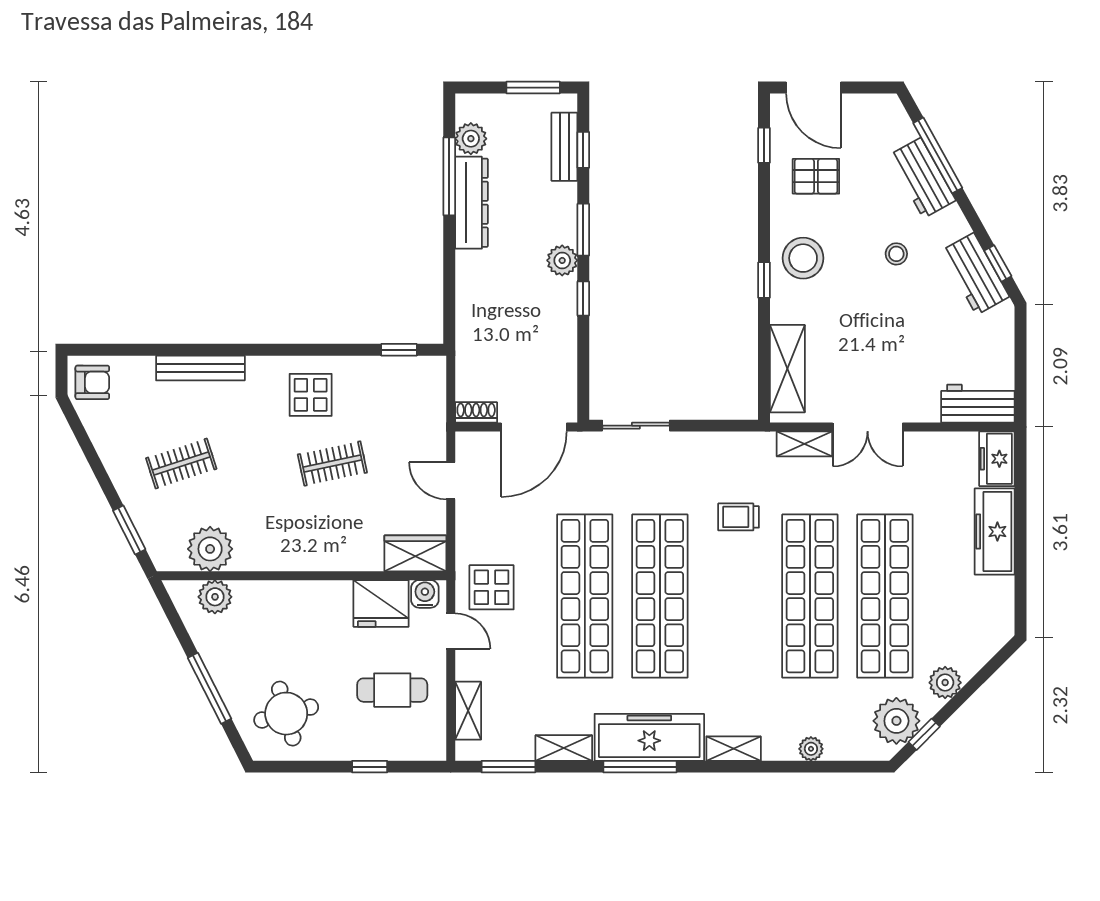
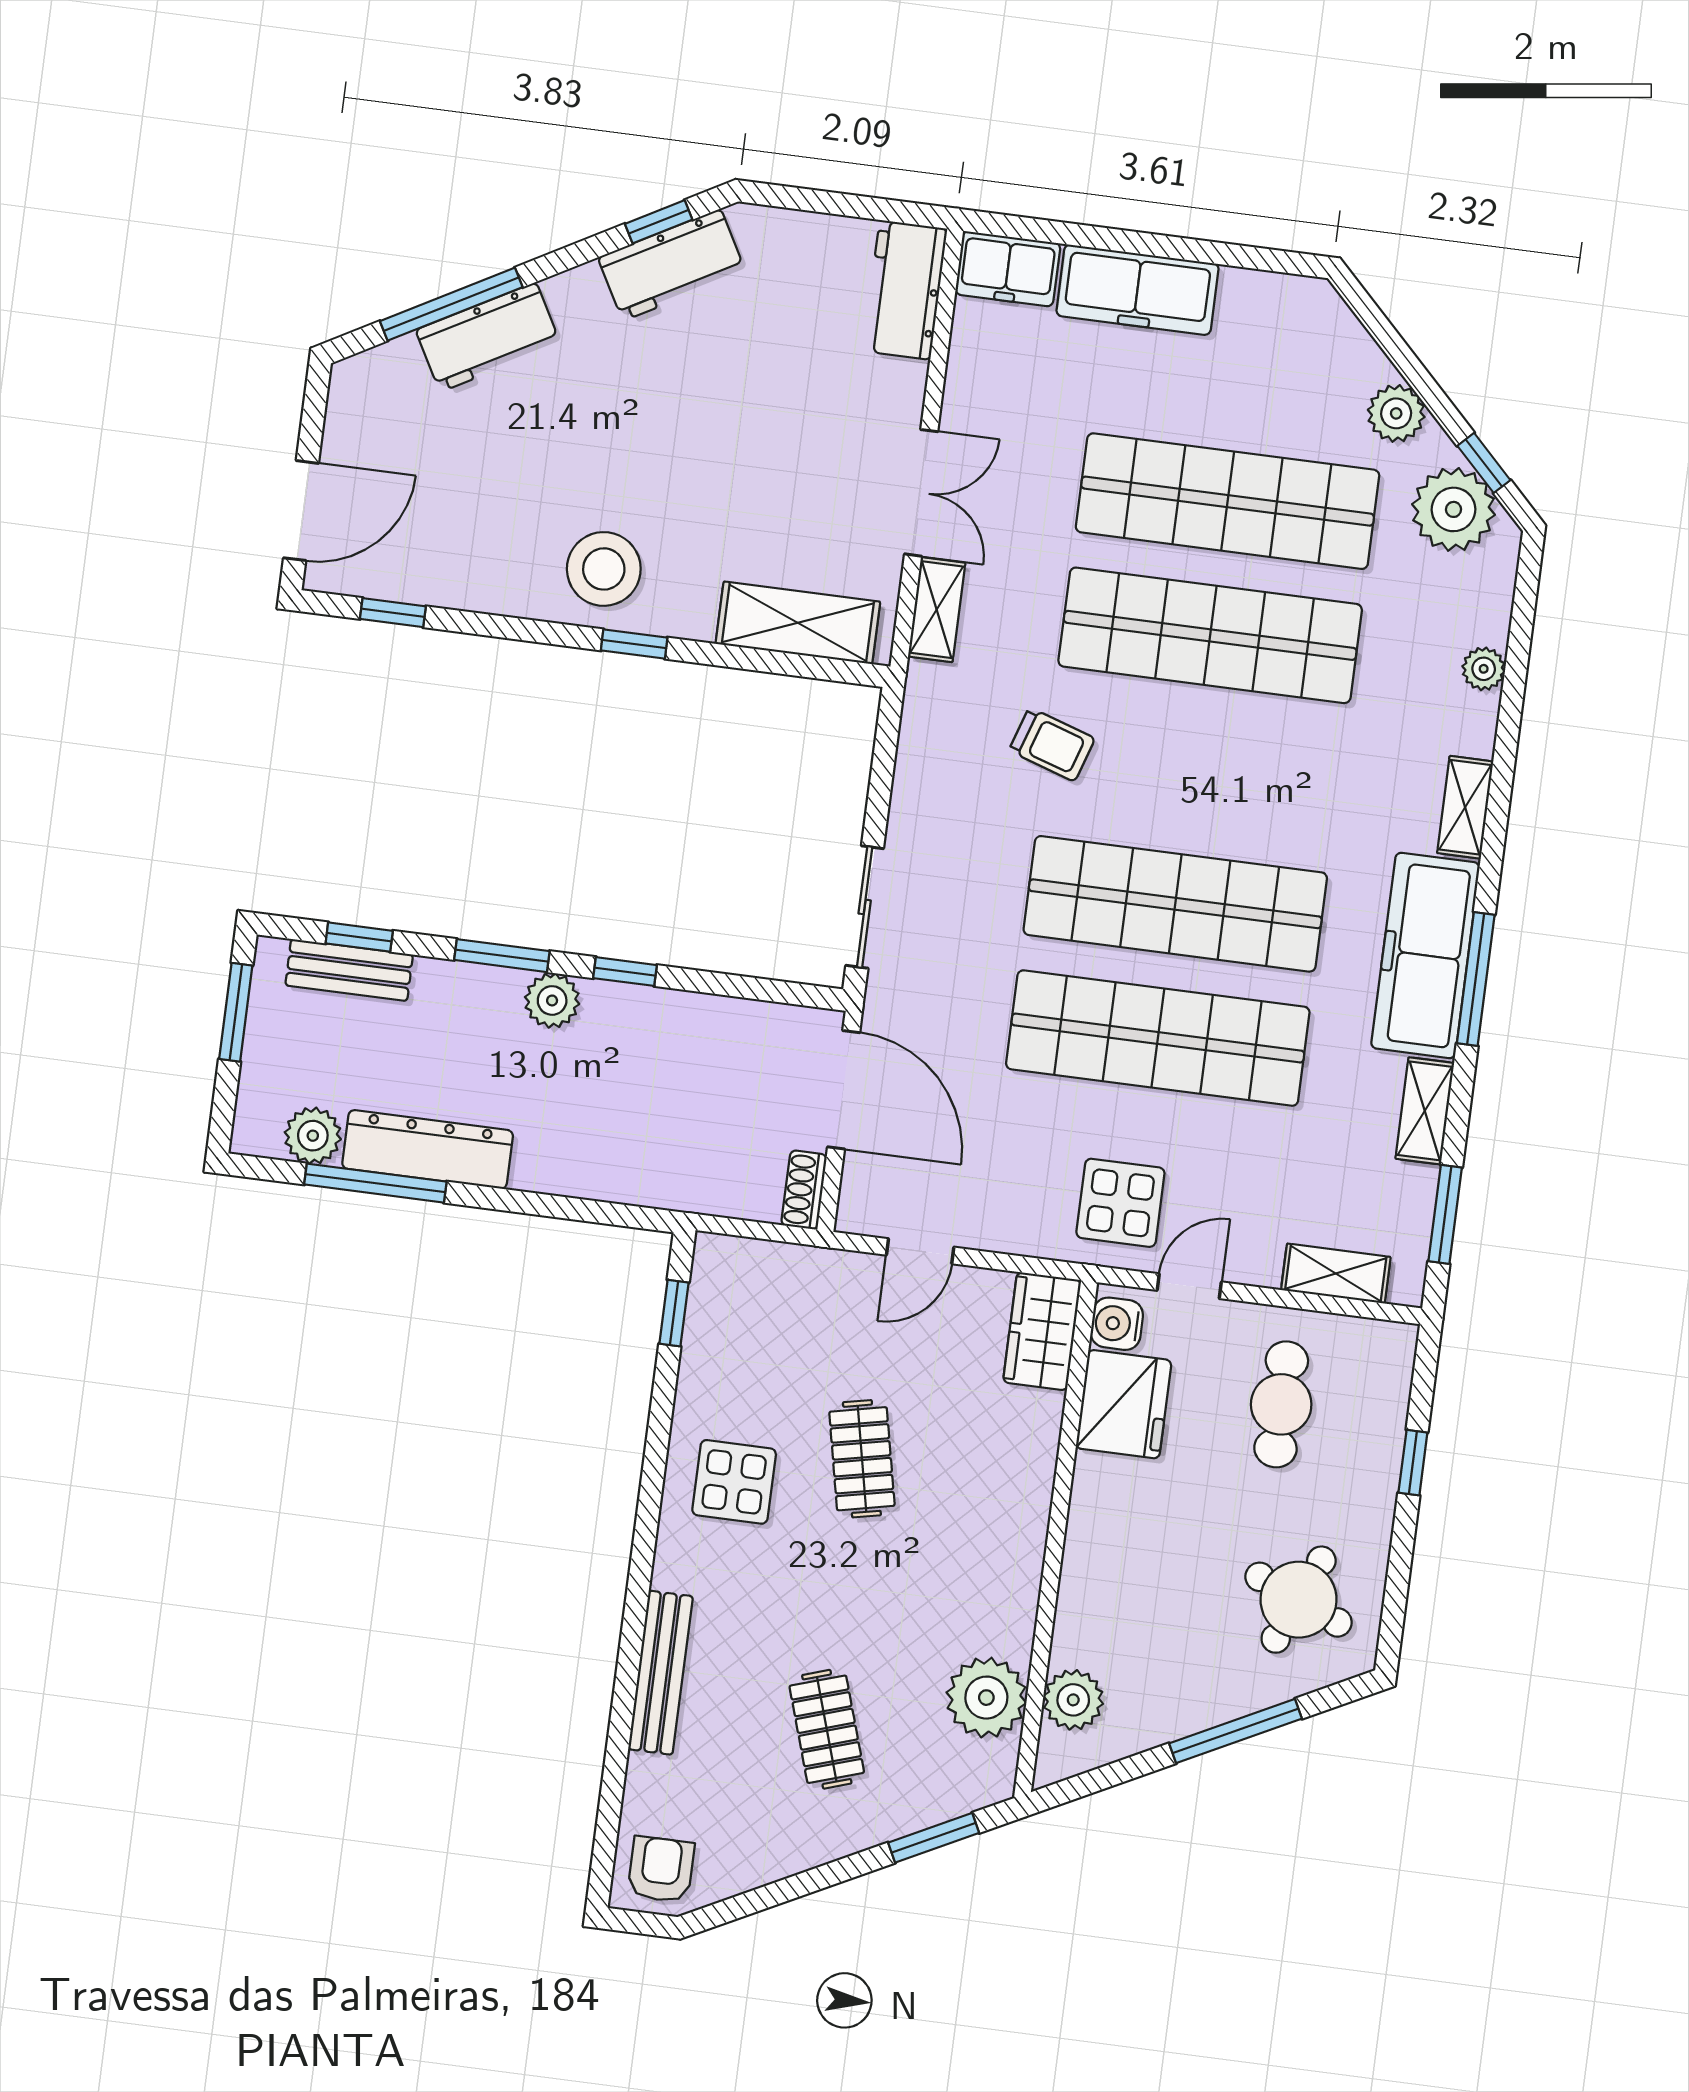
pallet: (816, 176) -> (460, 527), removed
stool: (896, 254) -> (618, 401), removed
trolley: (739, 517) -> (1052, 744), turned -72
round table: (286, 714) -> (1299, 1600), turned 38

